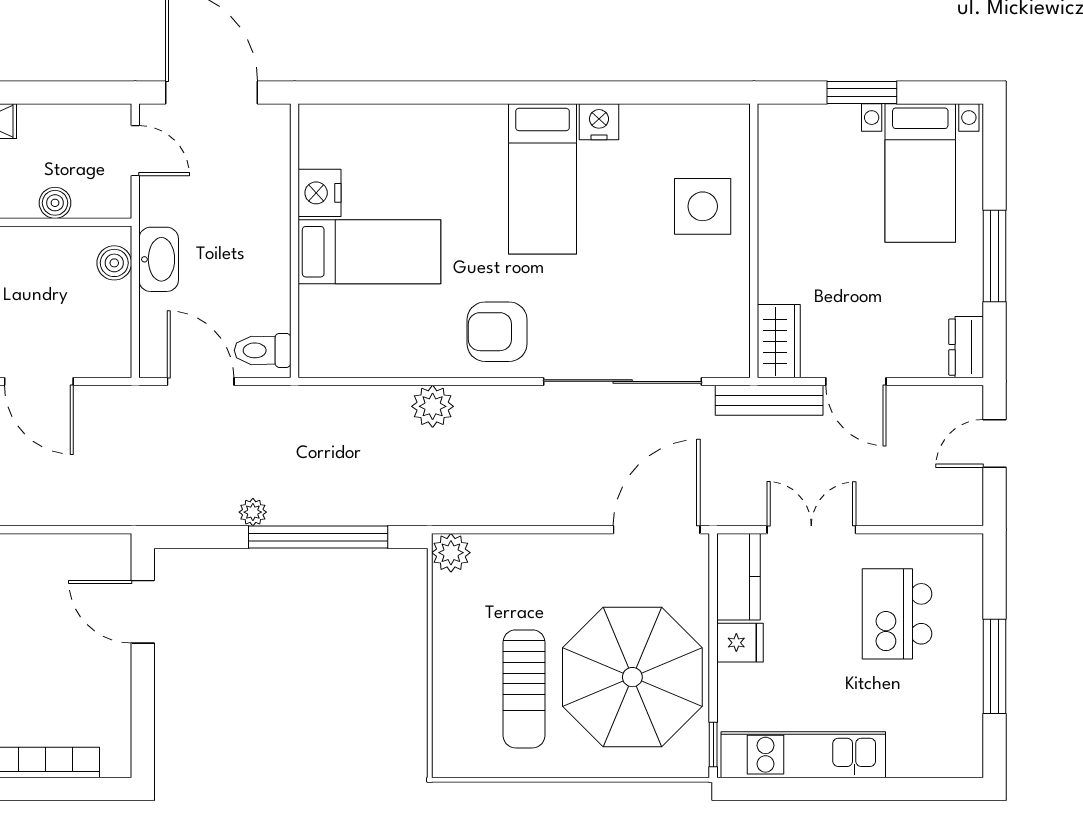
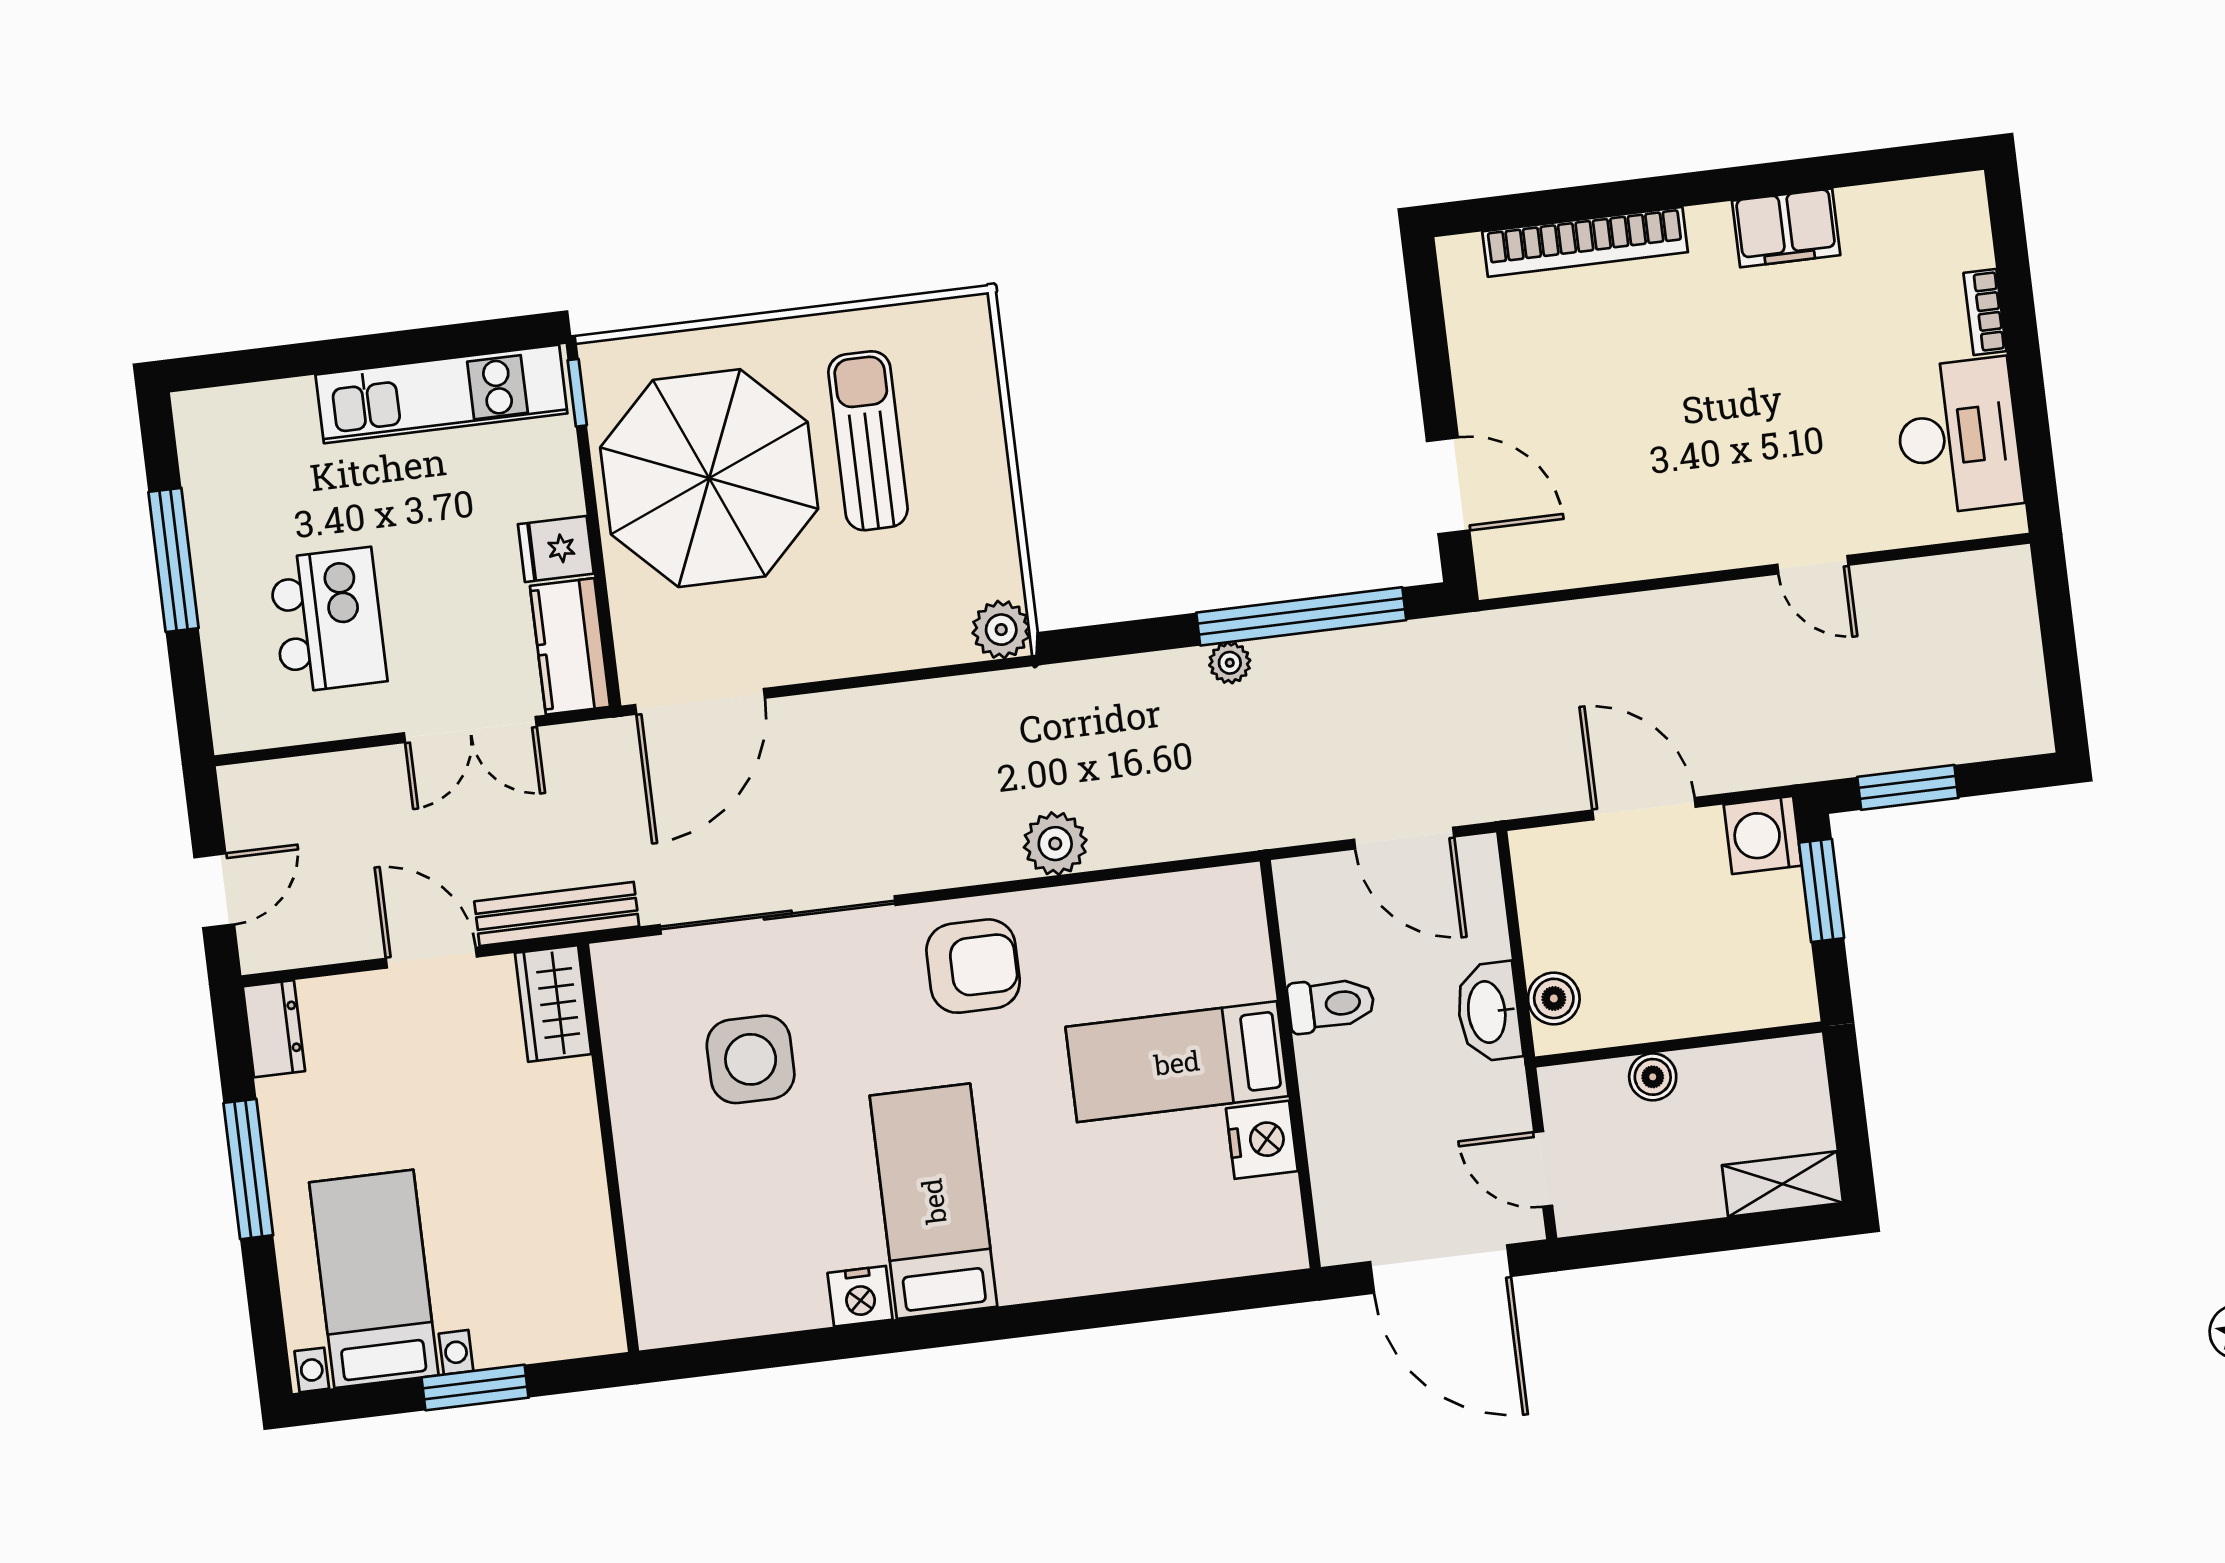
side table: (703, 206) -> (751, 1059), moved
toilet: (263, 350) -> (1331, 1004), moved
plant: (253, 512) -> (1230, 663), moved
window: (318, 537) -> (1301, 616), moved

